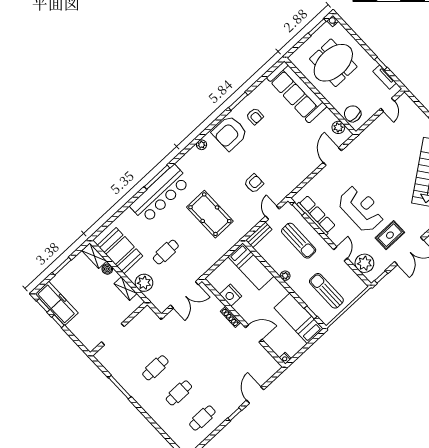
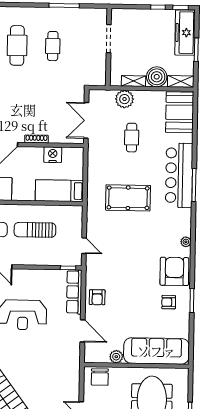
chair: (353, 114) -> (100, 377), turned 90
plant: (338, 127) -> (116, 357), moved
armchair: (254, 183) -> (97, 297), moved
row of seats: (316, 215) -> (74, 292), moved, turned 90
bench: (259, 235) -> (77, 219), removed
sun lounger: (299, 241) -> (35, 230), moved
booth: (120, 251) -> (180, 112), moved, turned 90
boiler: (107, 269) -> (157, 77), width x1.86, depth x1.86
plant: (285, 276) -> (28, 210), removed
freezer: (57, 303) -> (185, 33), moved, turned 90
cafe table: (179, 393) -> (17, 45), width x1.37, depth x1.35

